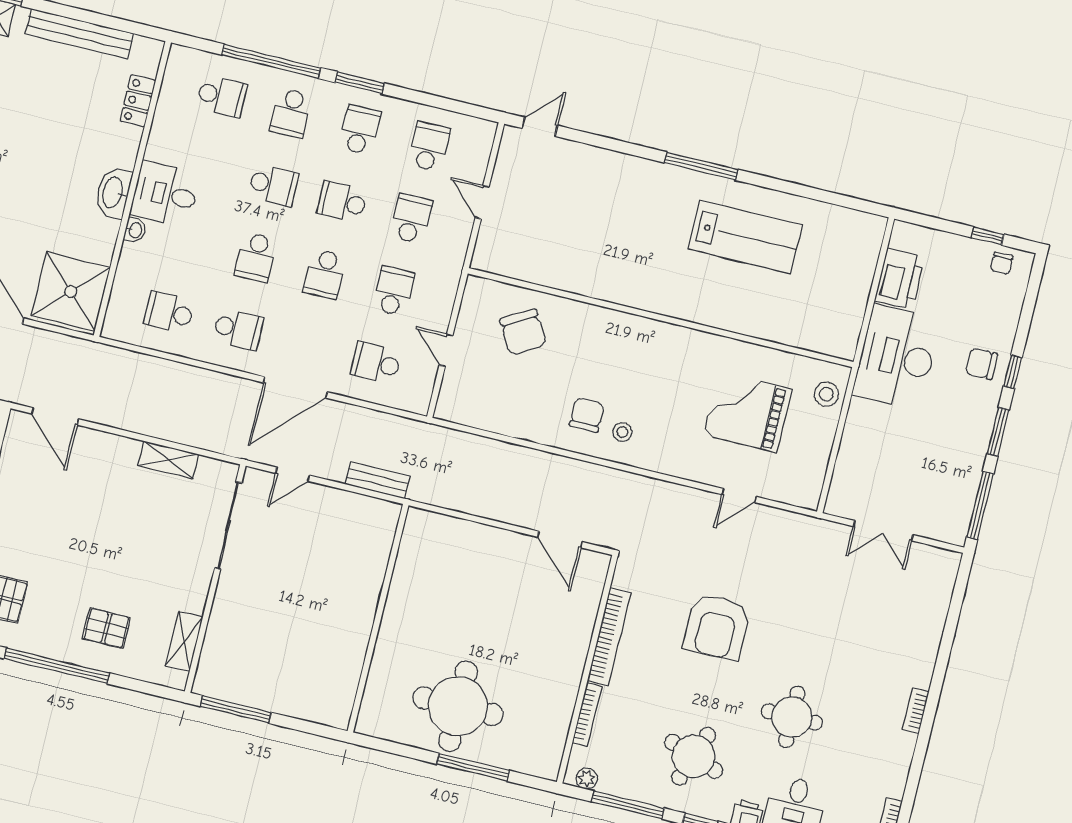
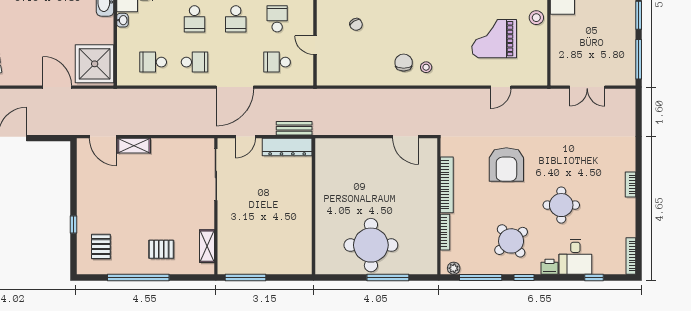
chair: (523, 332) -> (356, 24), width x0.54, depth x0.54
shelving: (168, 460) -> (134, 146), moved
dresser: (358, 509) -> (287, 147), added
round table: (694, 756) -> (511, 241), turned 32

